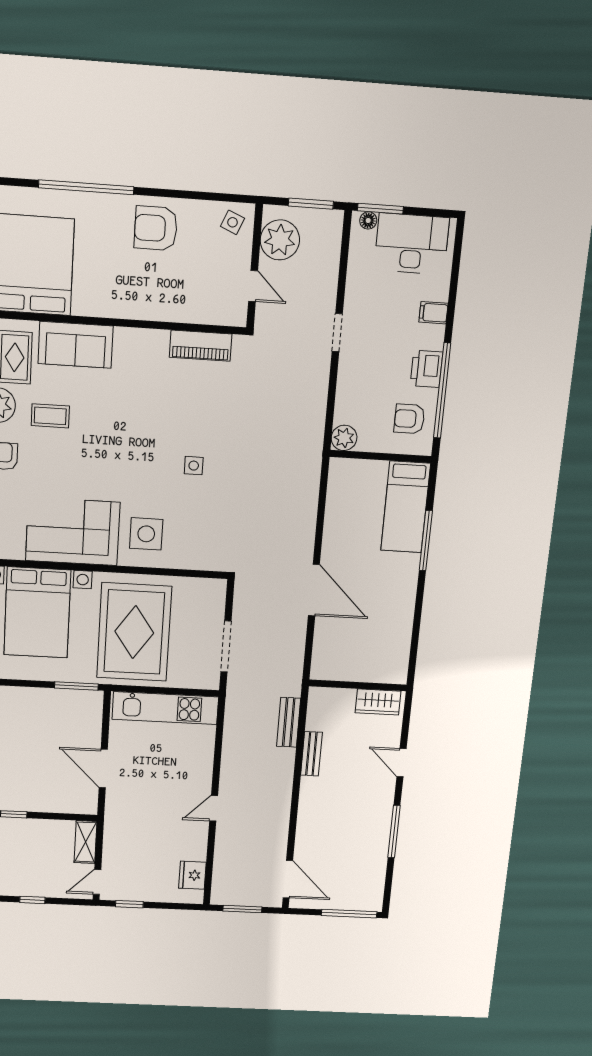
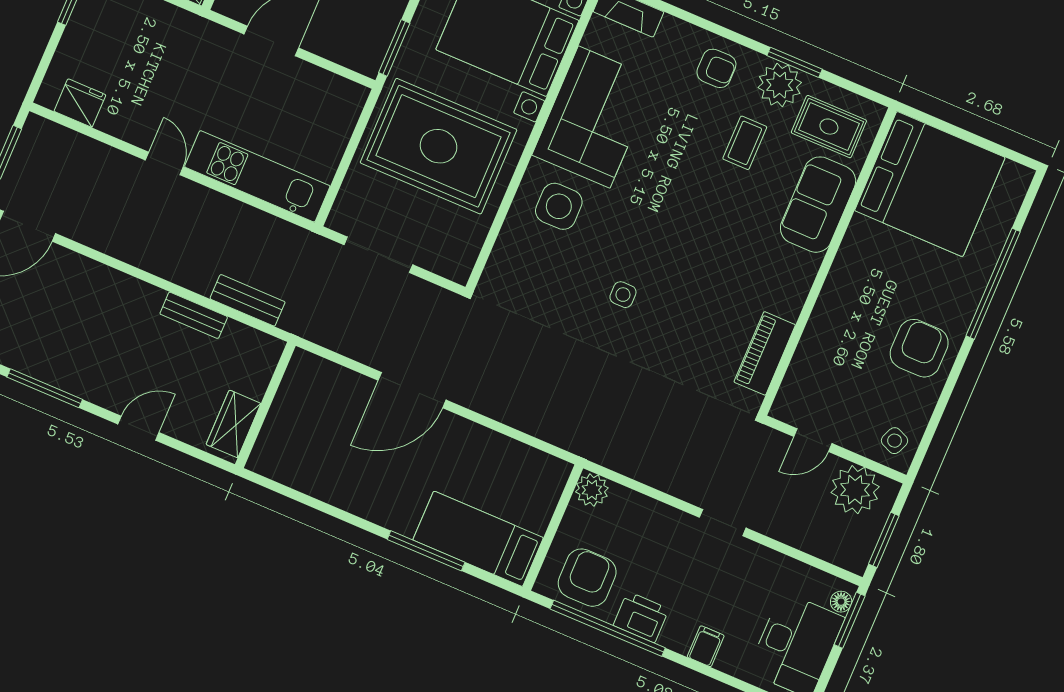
armchair: (409, 419) -> (587, 578), width x1.38, depth x1.38
kitchen unit: (165, 708) -> (257, 176), moved, turned 90

